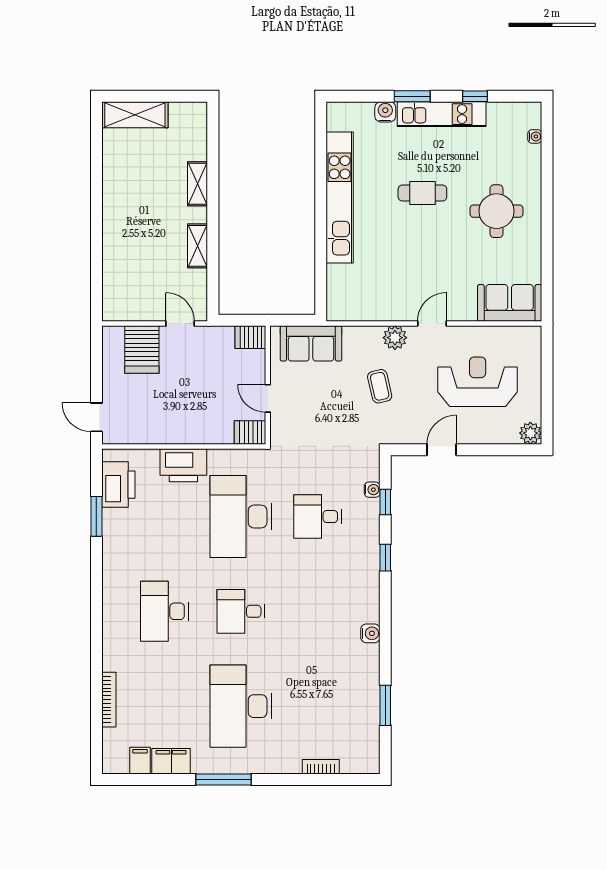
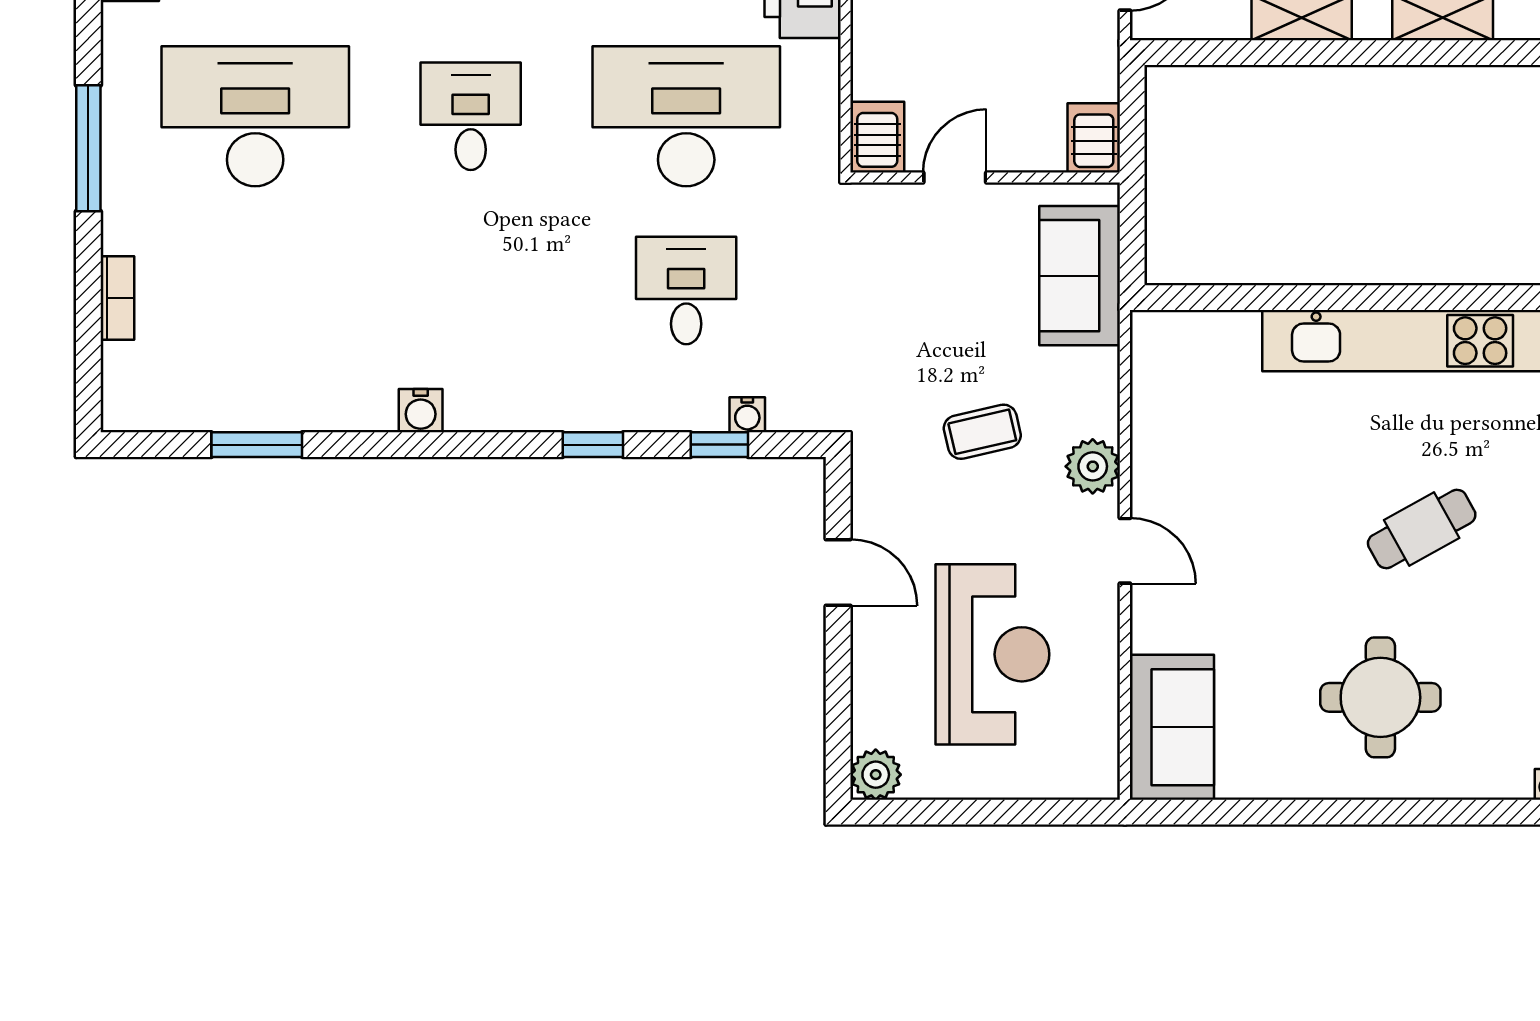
cafe table: (422, 193) -> (1422, 529), turned 61
window: (223, 779) -> (88, 148), moved

